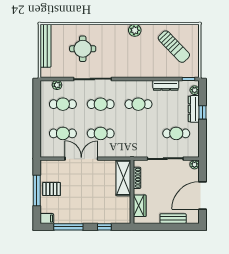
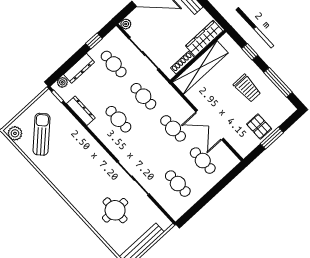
plant: (135, 30) -> (15, 133), moved
plant: (57, 85) -> (166, 204), removed
cafe table: (101, 104) -> (143, 96), moved
window: (202, 112) -> (94, 41), moved
shelving: (123, 178) -> (200, 67), width x1.47
window: (37, 190) -> (272, 138), width x0.69
trolley: (83, 204) -> (247, 88), added
wardrobe: (140, 206) -> (204, 38), width x1.50
filing cabinet: (47, 218) -> (288, 107), removed

